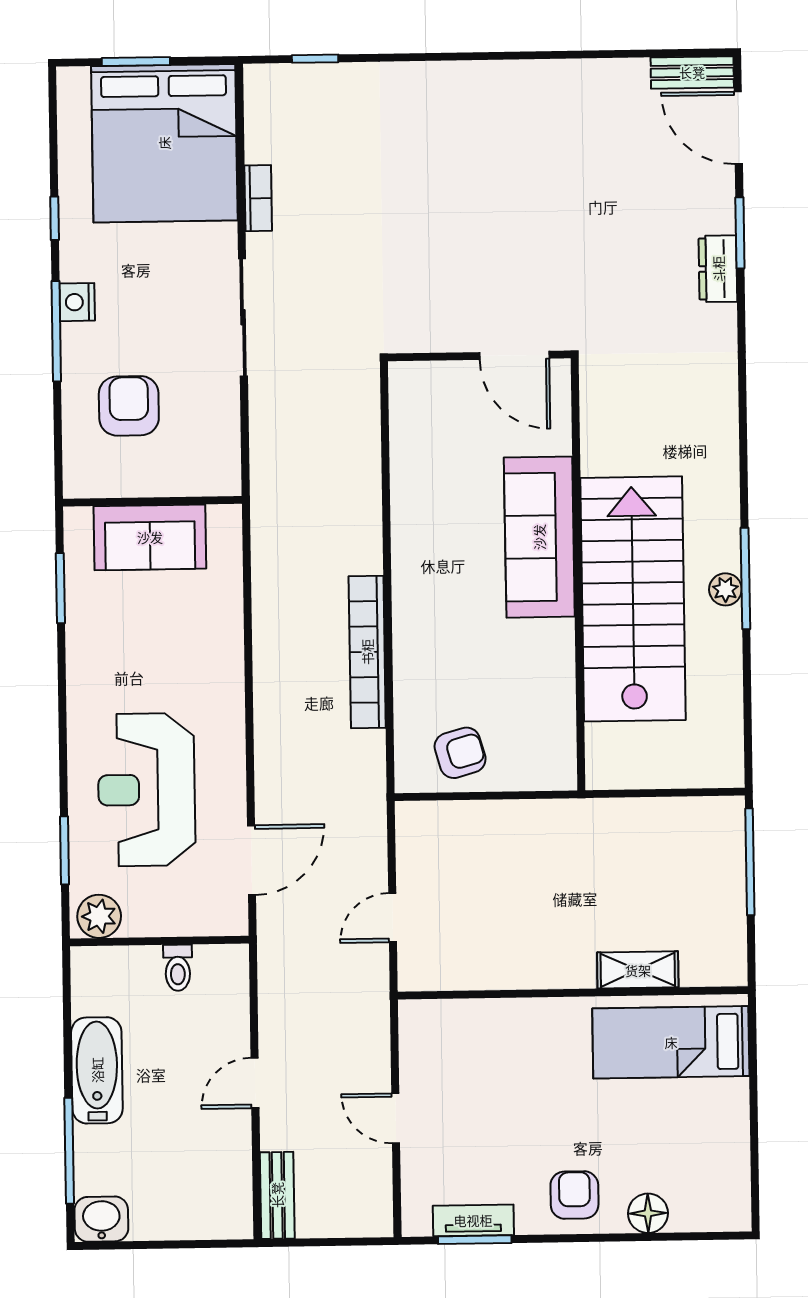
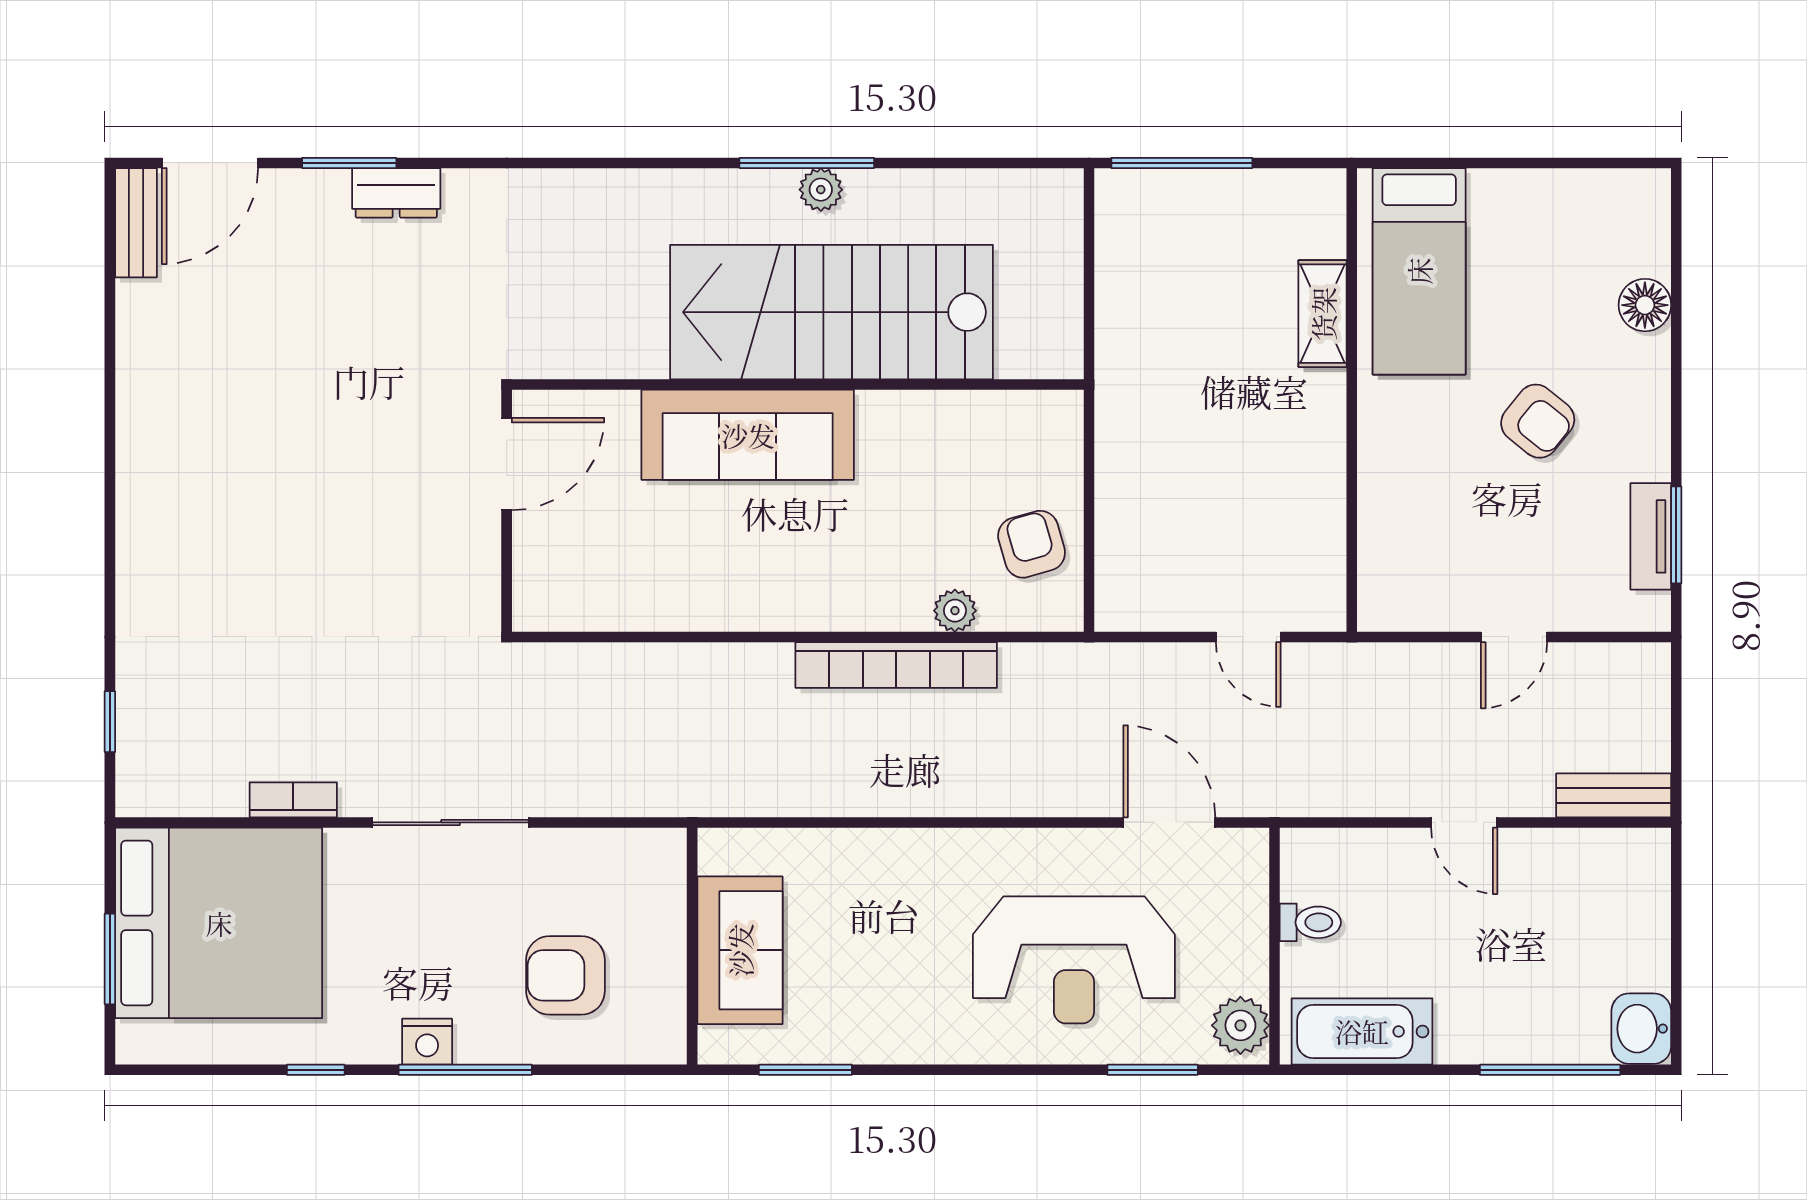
plant: (409, 696) -> (955, 611), added
bathtub: (97, 1070) -> (1362, 1031), moved
armchair: (574, 1195) -> (1538, 421), moved, turned -141

